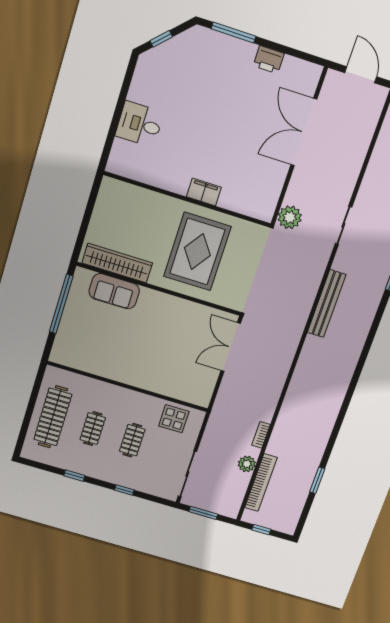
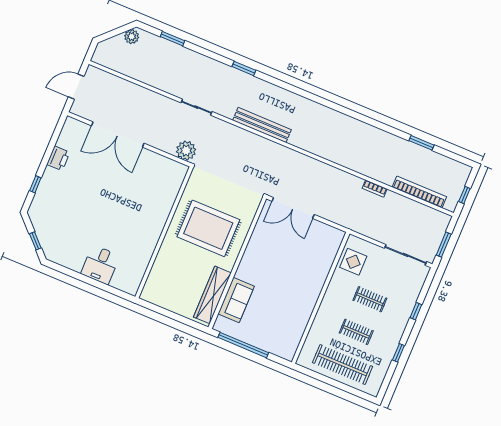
window: (233, 33) -> (35, 184), width x0.46
filing cabinet: (204, 192) -> (159, 219), removed
plant: (247, 464) -> (401, 203), removed

